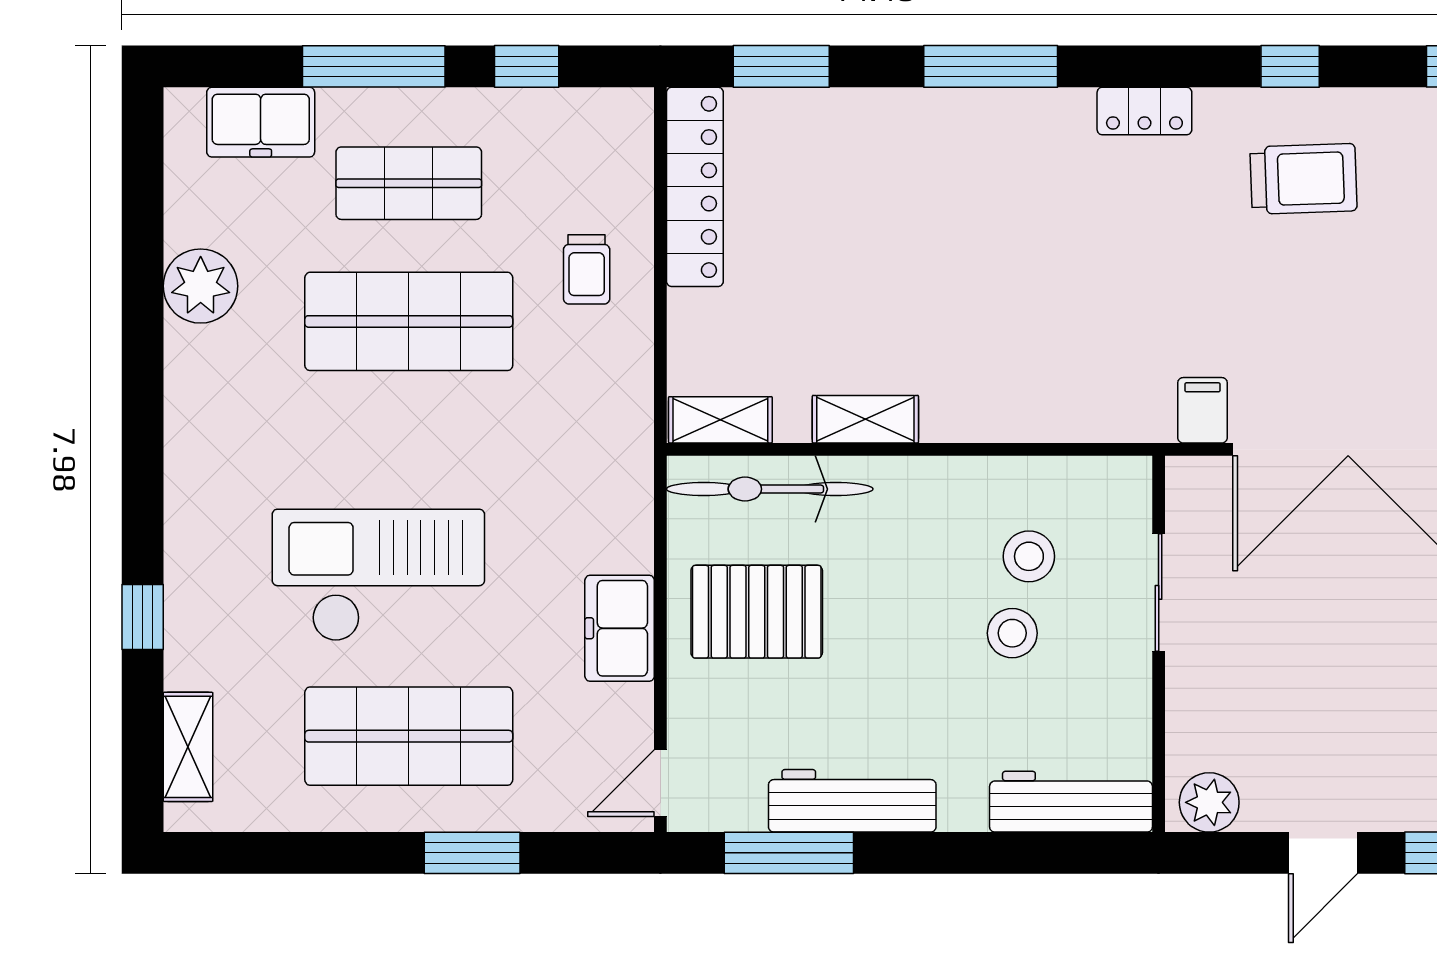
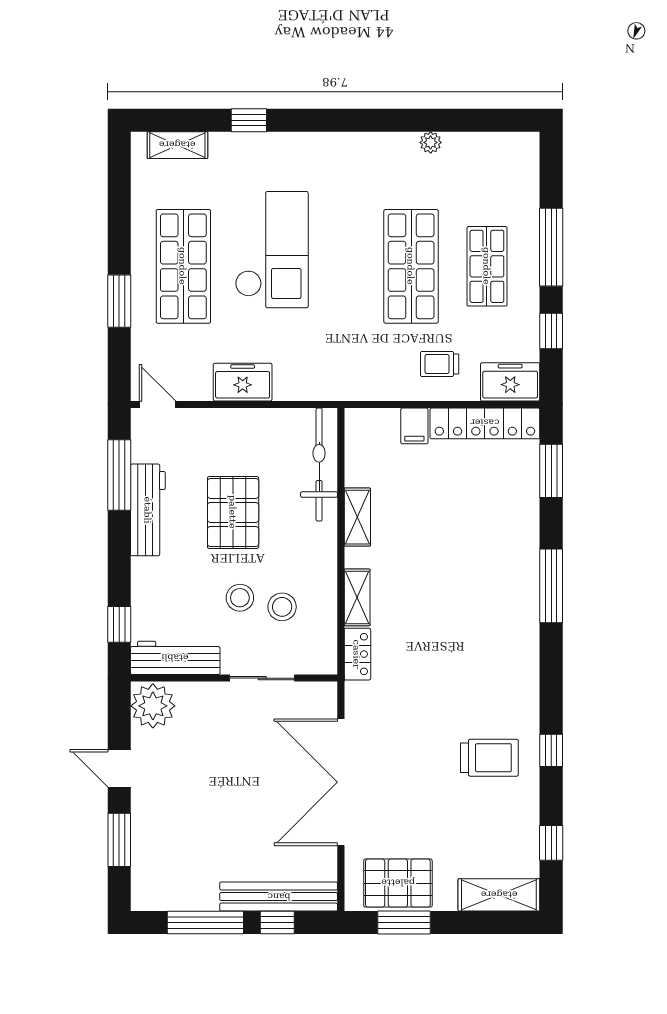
locker: (1144, 111) -> (357, 654), moved, turned 180
freezer: (261, 122) -> (510, 382), moved, turned 90
trolley: (1304, 179) -> (489, 758), turned -88
plant: (201, 286) -> (431, 142), width x0.53, depth x0.53
filing cabinet: (1202, 410) -> (414, 426), moved, turned 90
shelving: (720, 420) -> (357, 597), moved
pallet: (757, 612) -> (233, 512), moved
workbench: (1071, 802) -> (175, 658), moved, turned -90
plant: (1209, 802) -> (153, 706), width x1.36, depth x1.36
window: (1061, 853) -> (119, 624), added

